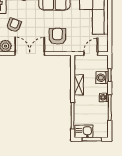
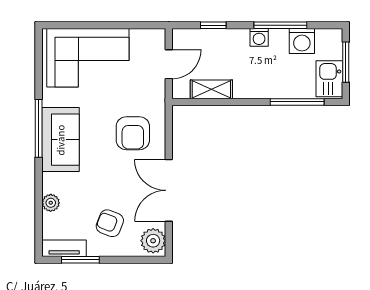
armchair: (57, 36) -> (133, 133), turned -90
door: (91, 54) -> (169, 64), swing flipped
washing machine: (102, 78) -> (302, 41), moved
shelving: (79, 85) -> (211, 89), moved

